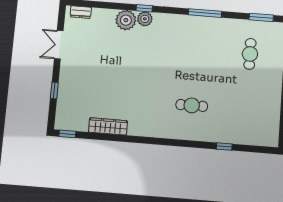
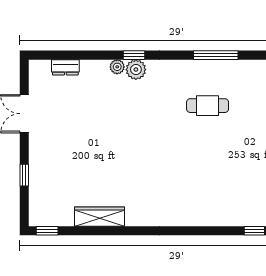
dresser: (81, 12) -> (65, 67), moved
plant: (126, 20) -> (117, 67), width x0.53, depth x0.53
cafe table: (192, 105) -> (208, 106), moved

